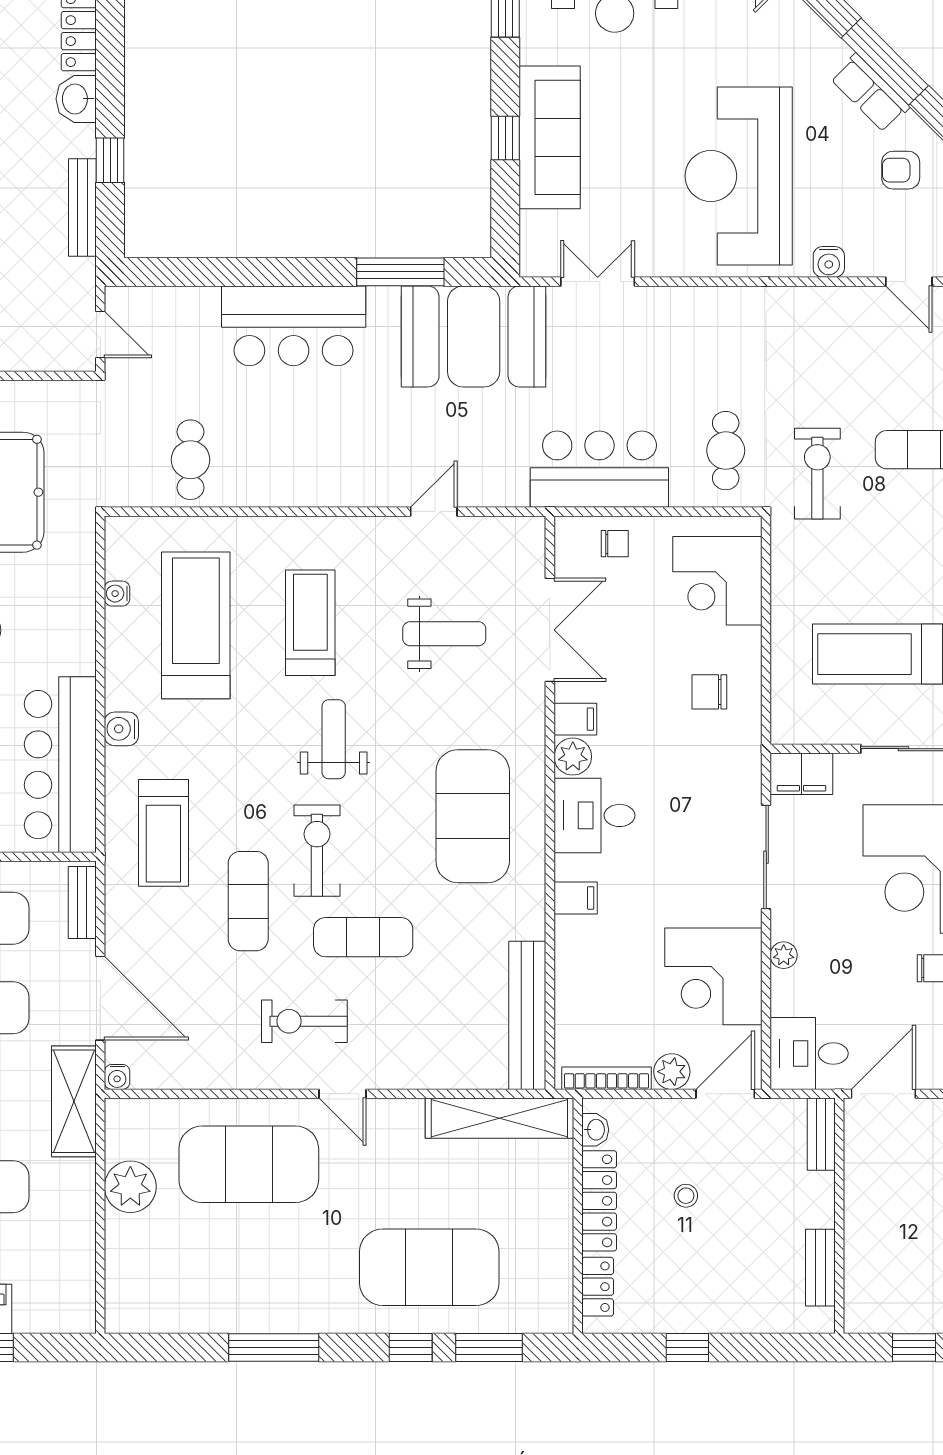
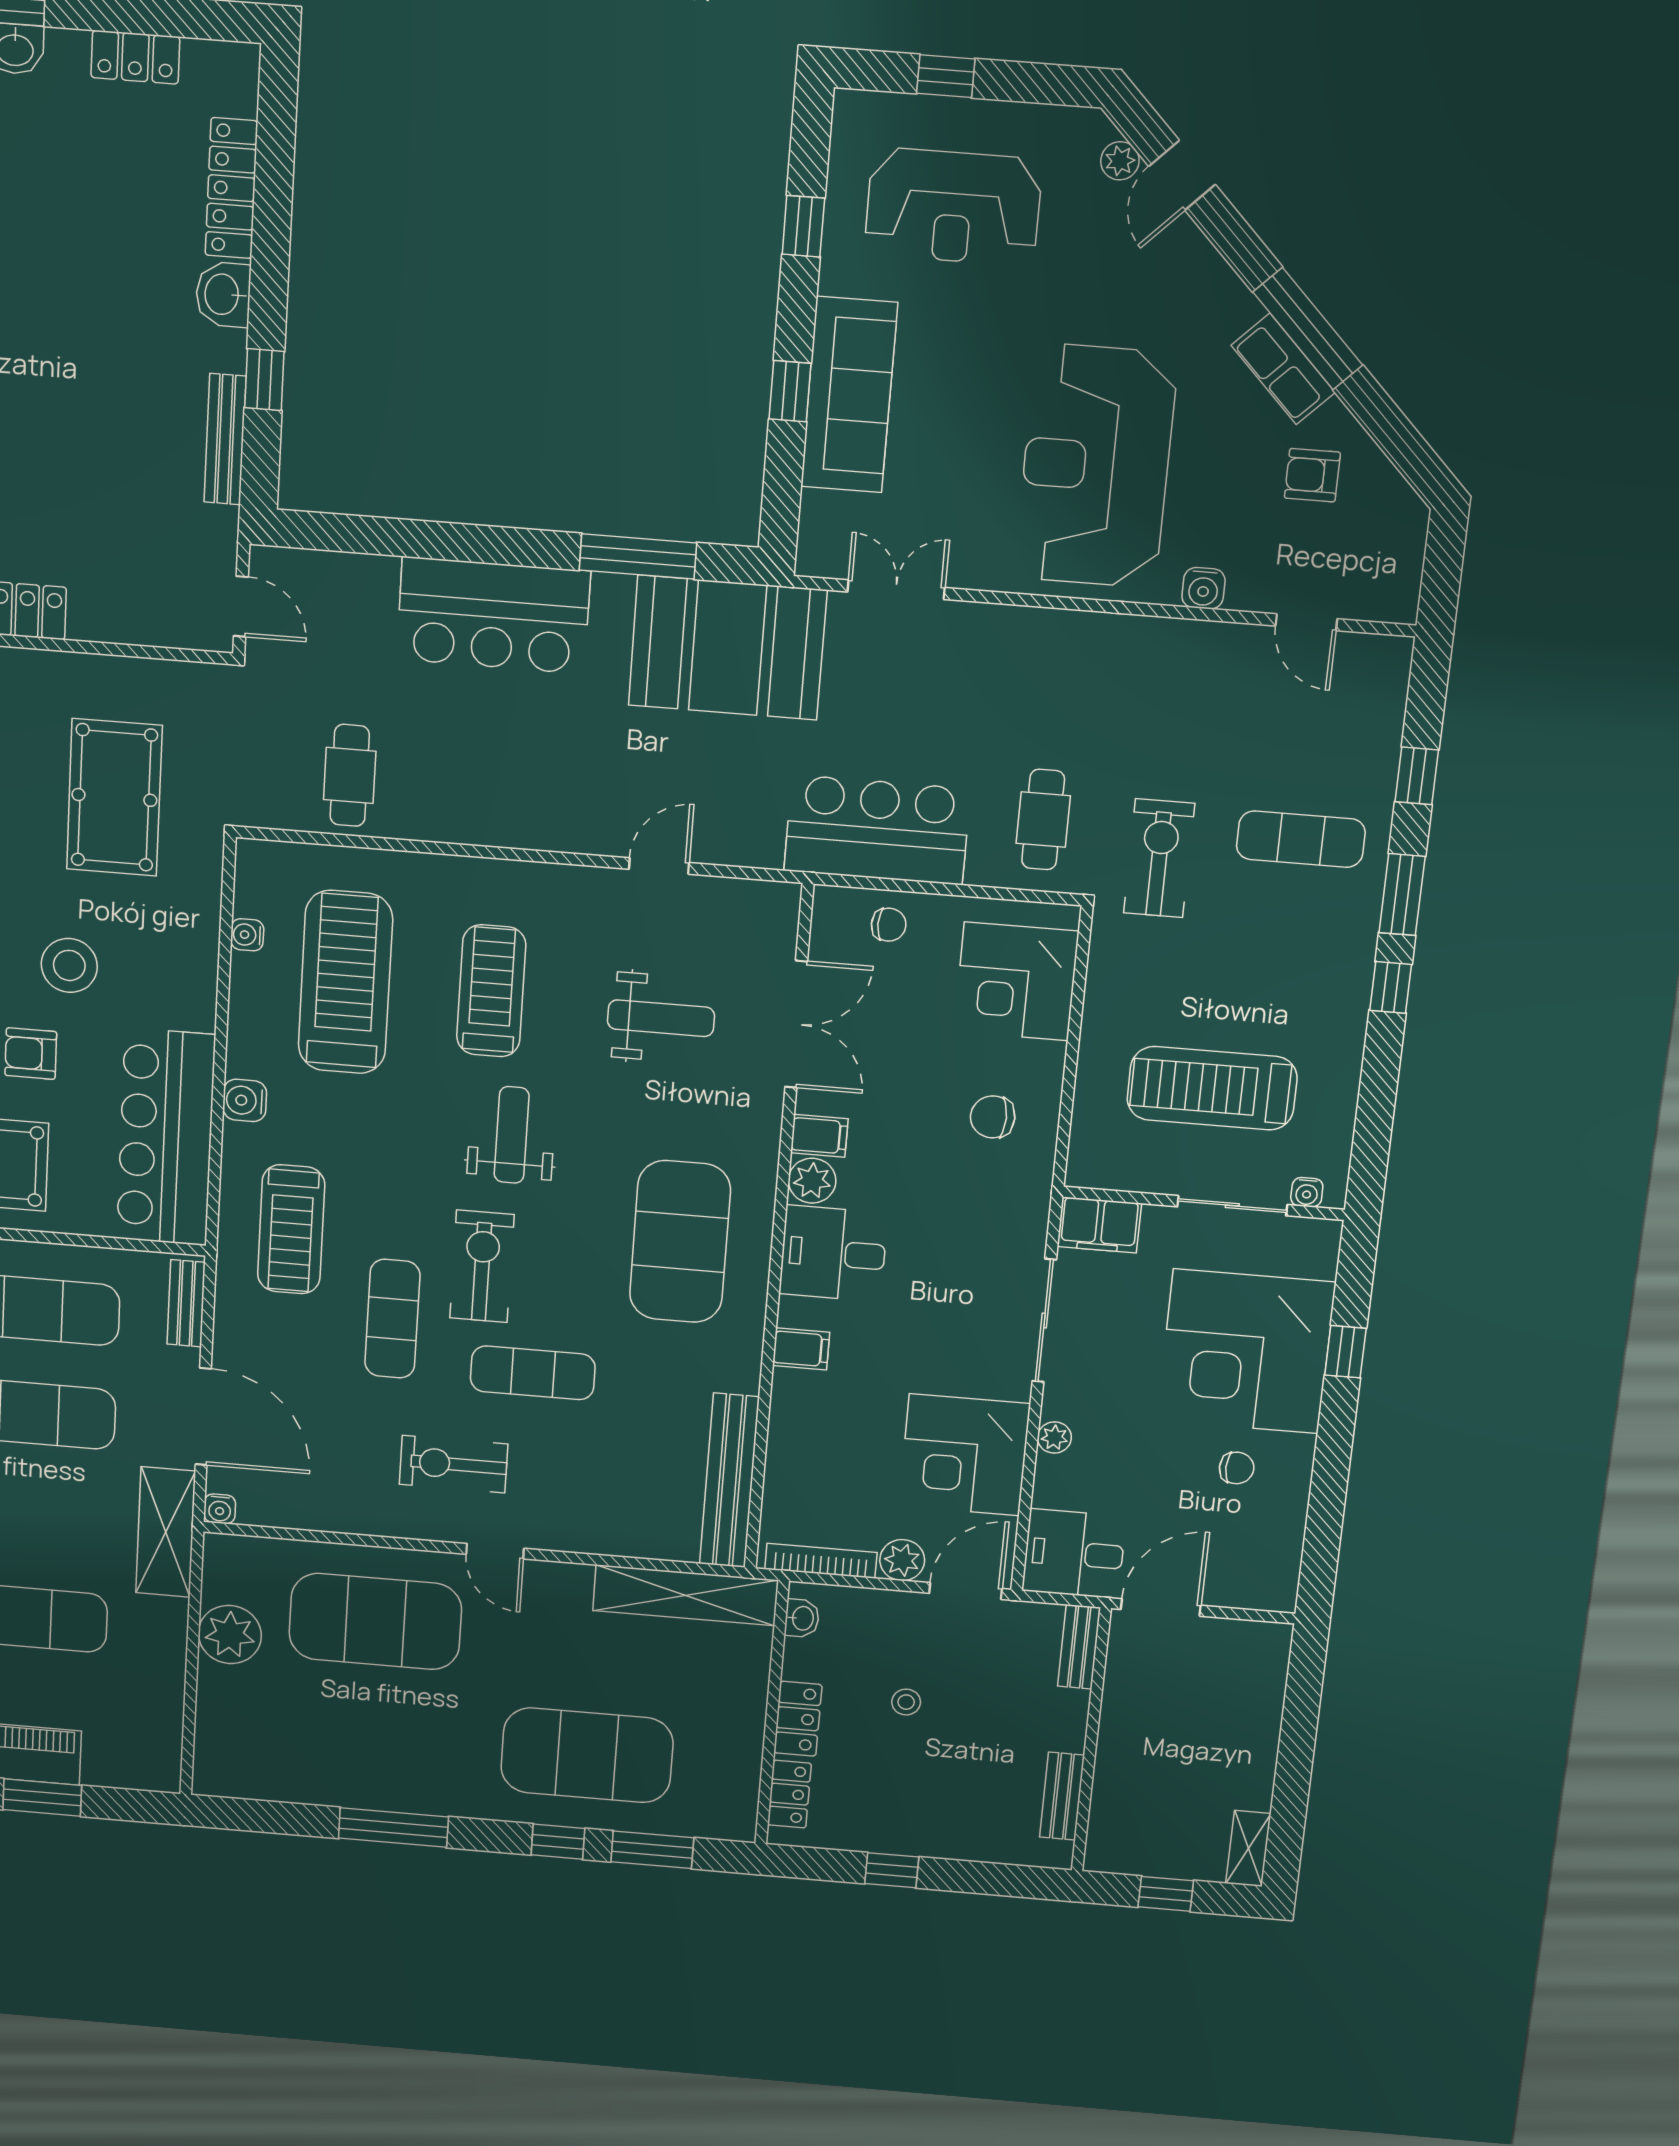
locker: (599, 1201) -> (798, 1719), width x0.66

